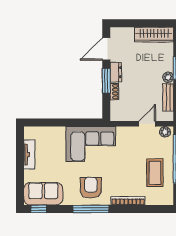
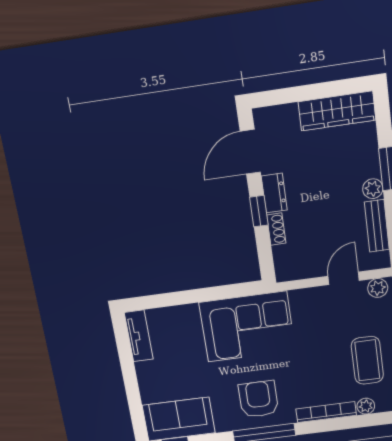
window: (106, 81) -> (259, 211), width x0.67
tv unit: (29, 155) -> (139, 336), moved
plant: (151, 200) -> (366, 406), added

